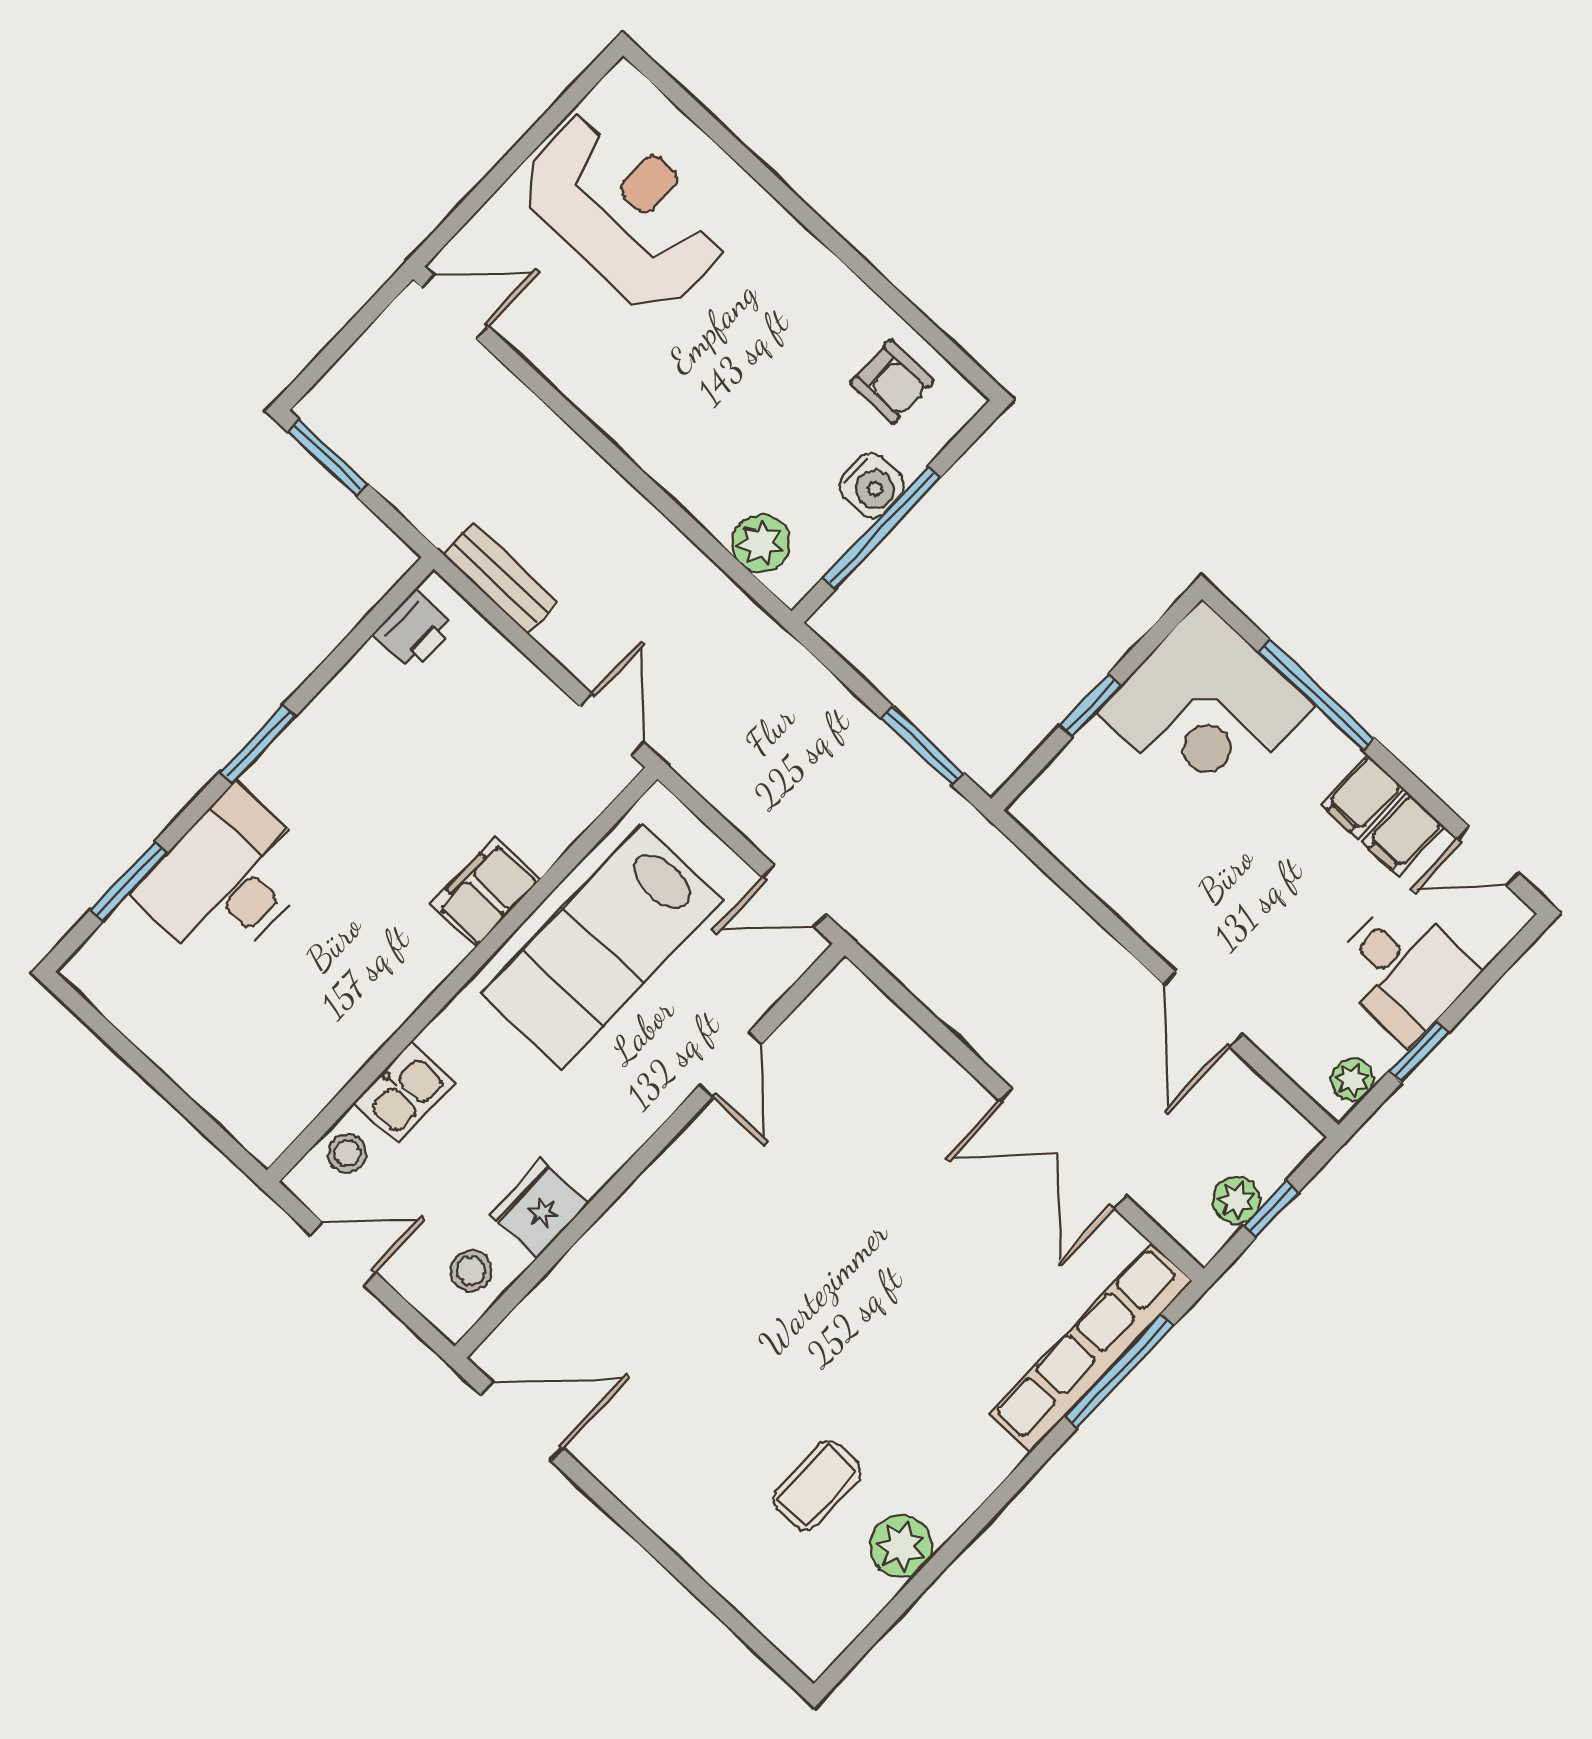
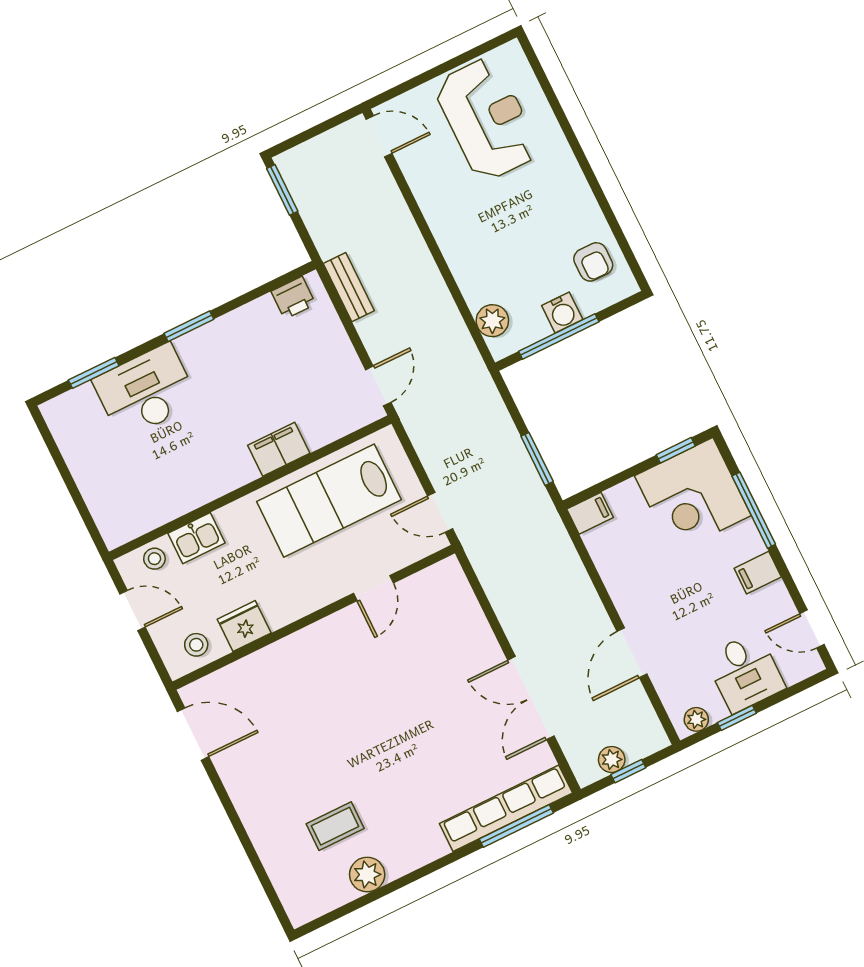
window: (1091, 705) -> (676, 450), moved
filing cabinet: (1403, 834) -> (590, 513), moved, turned 180

